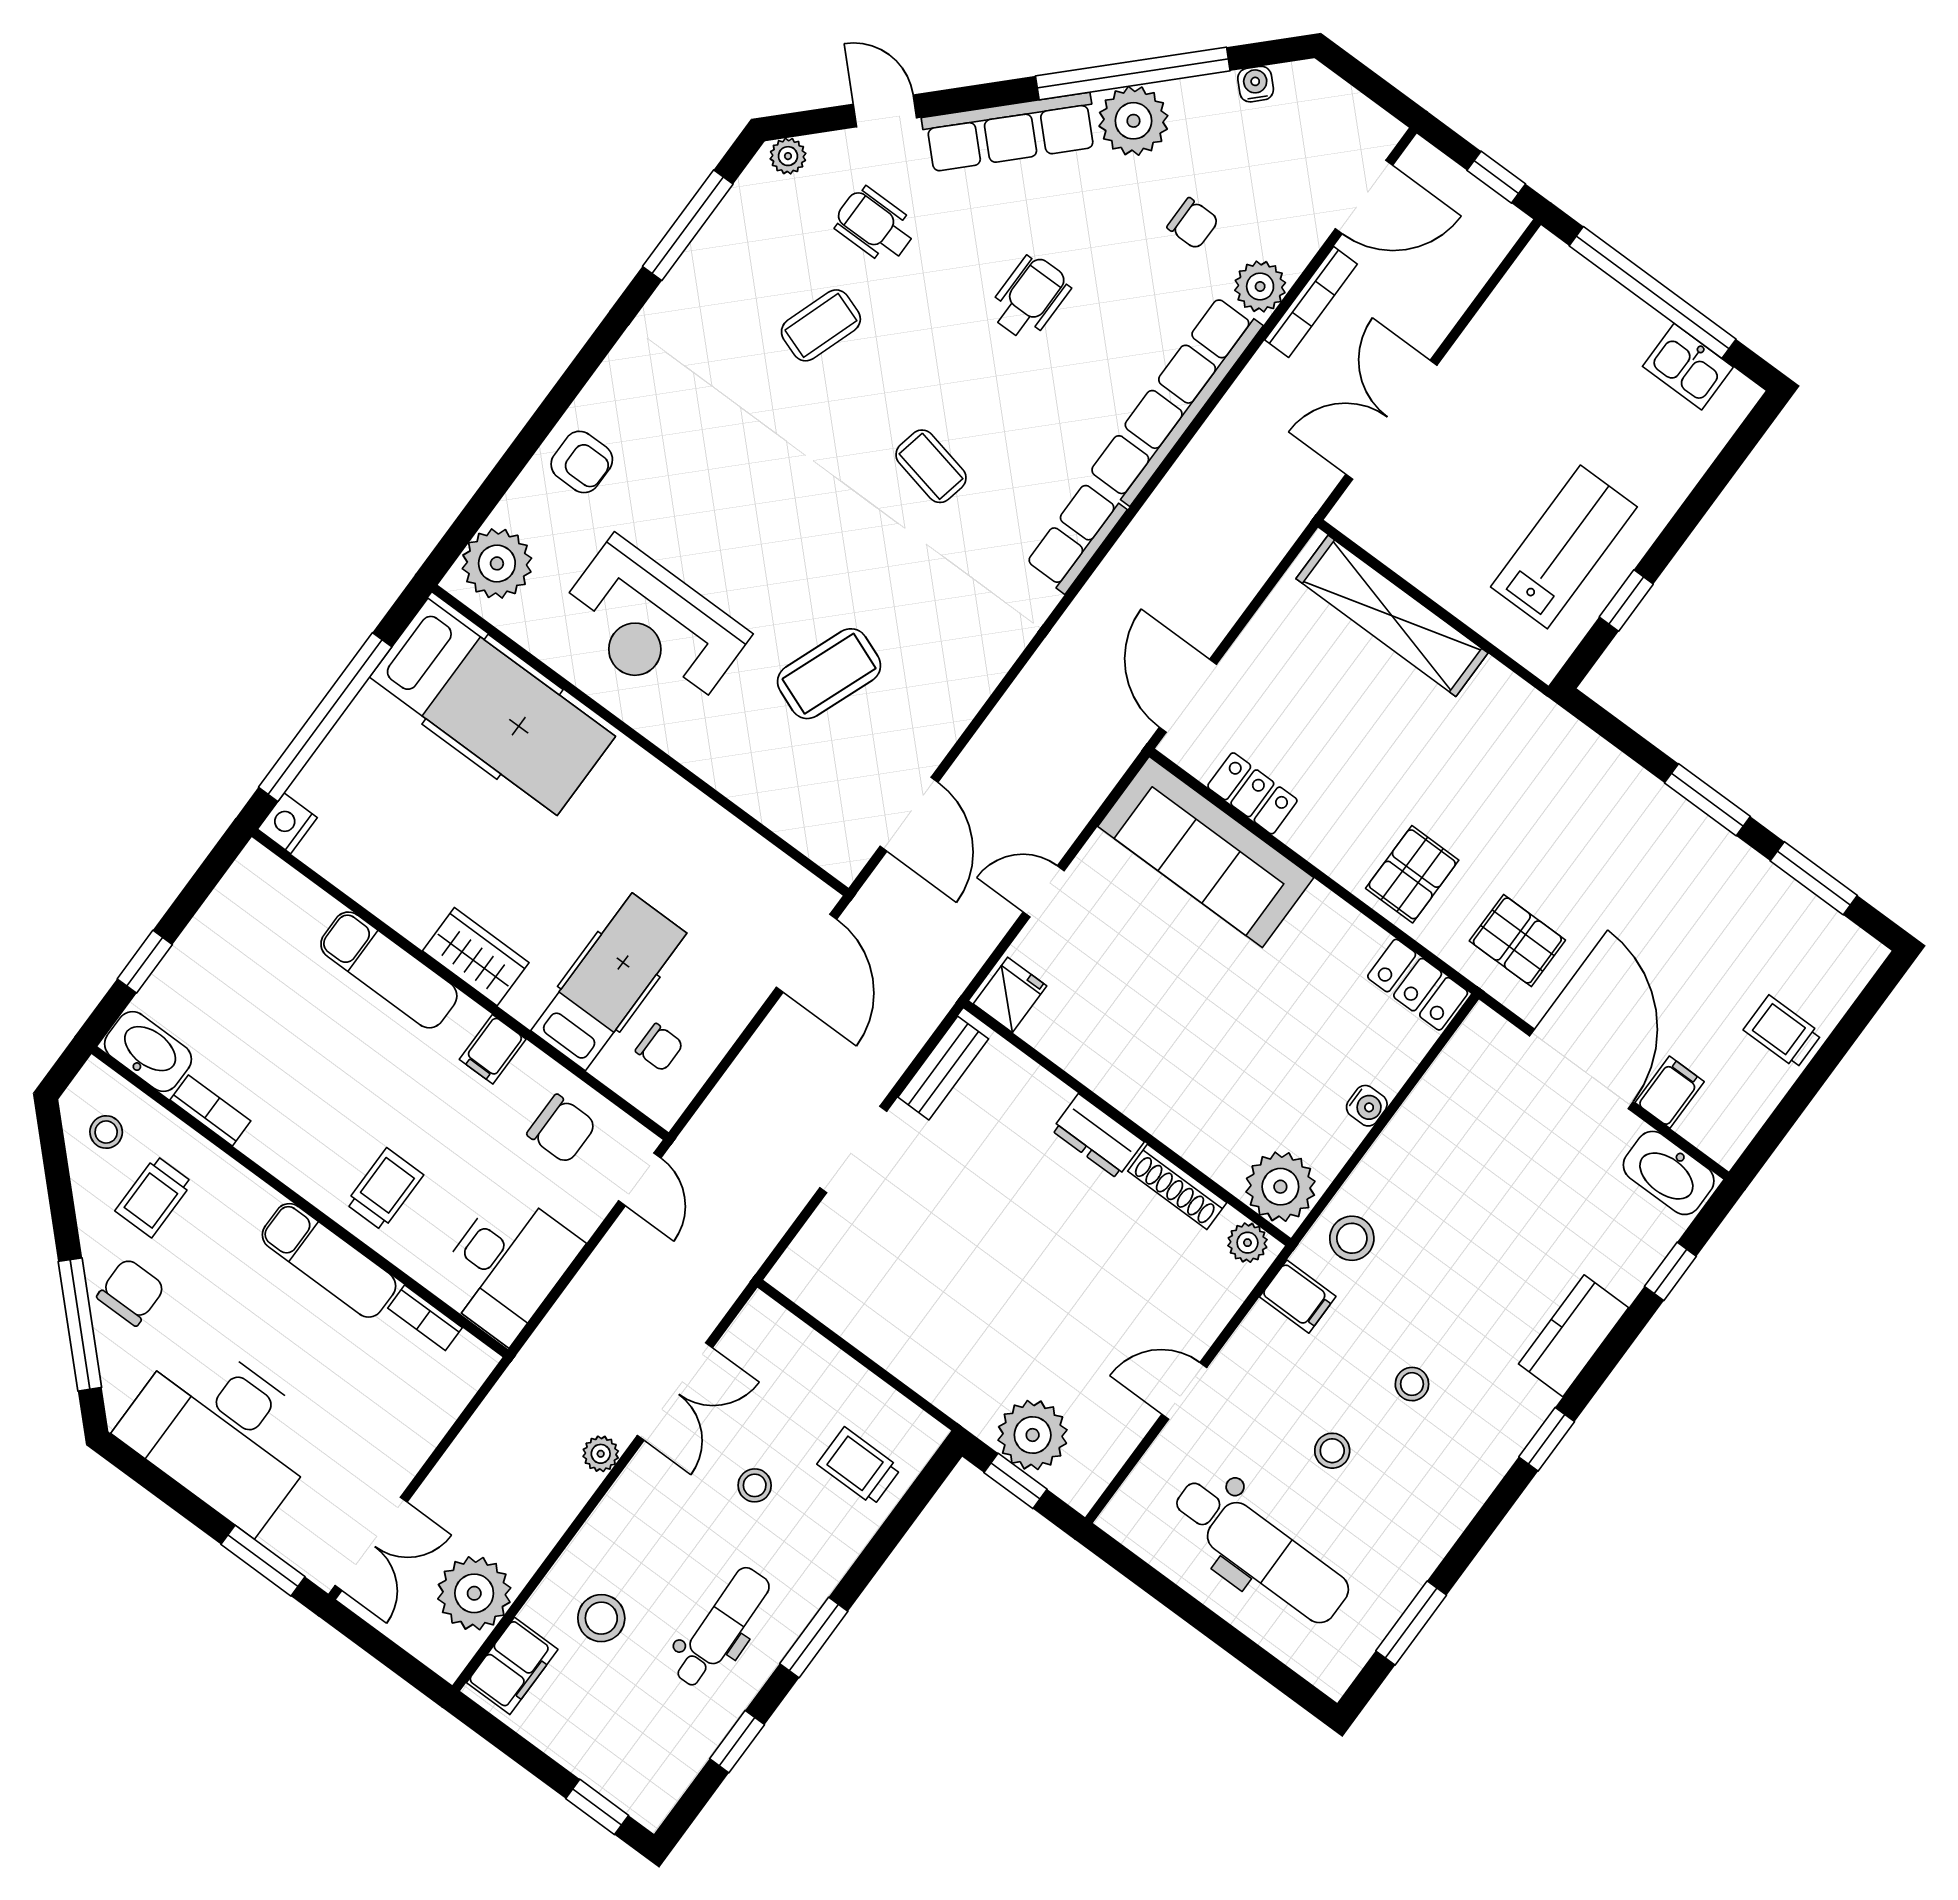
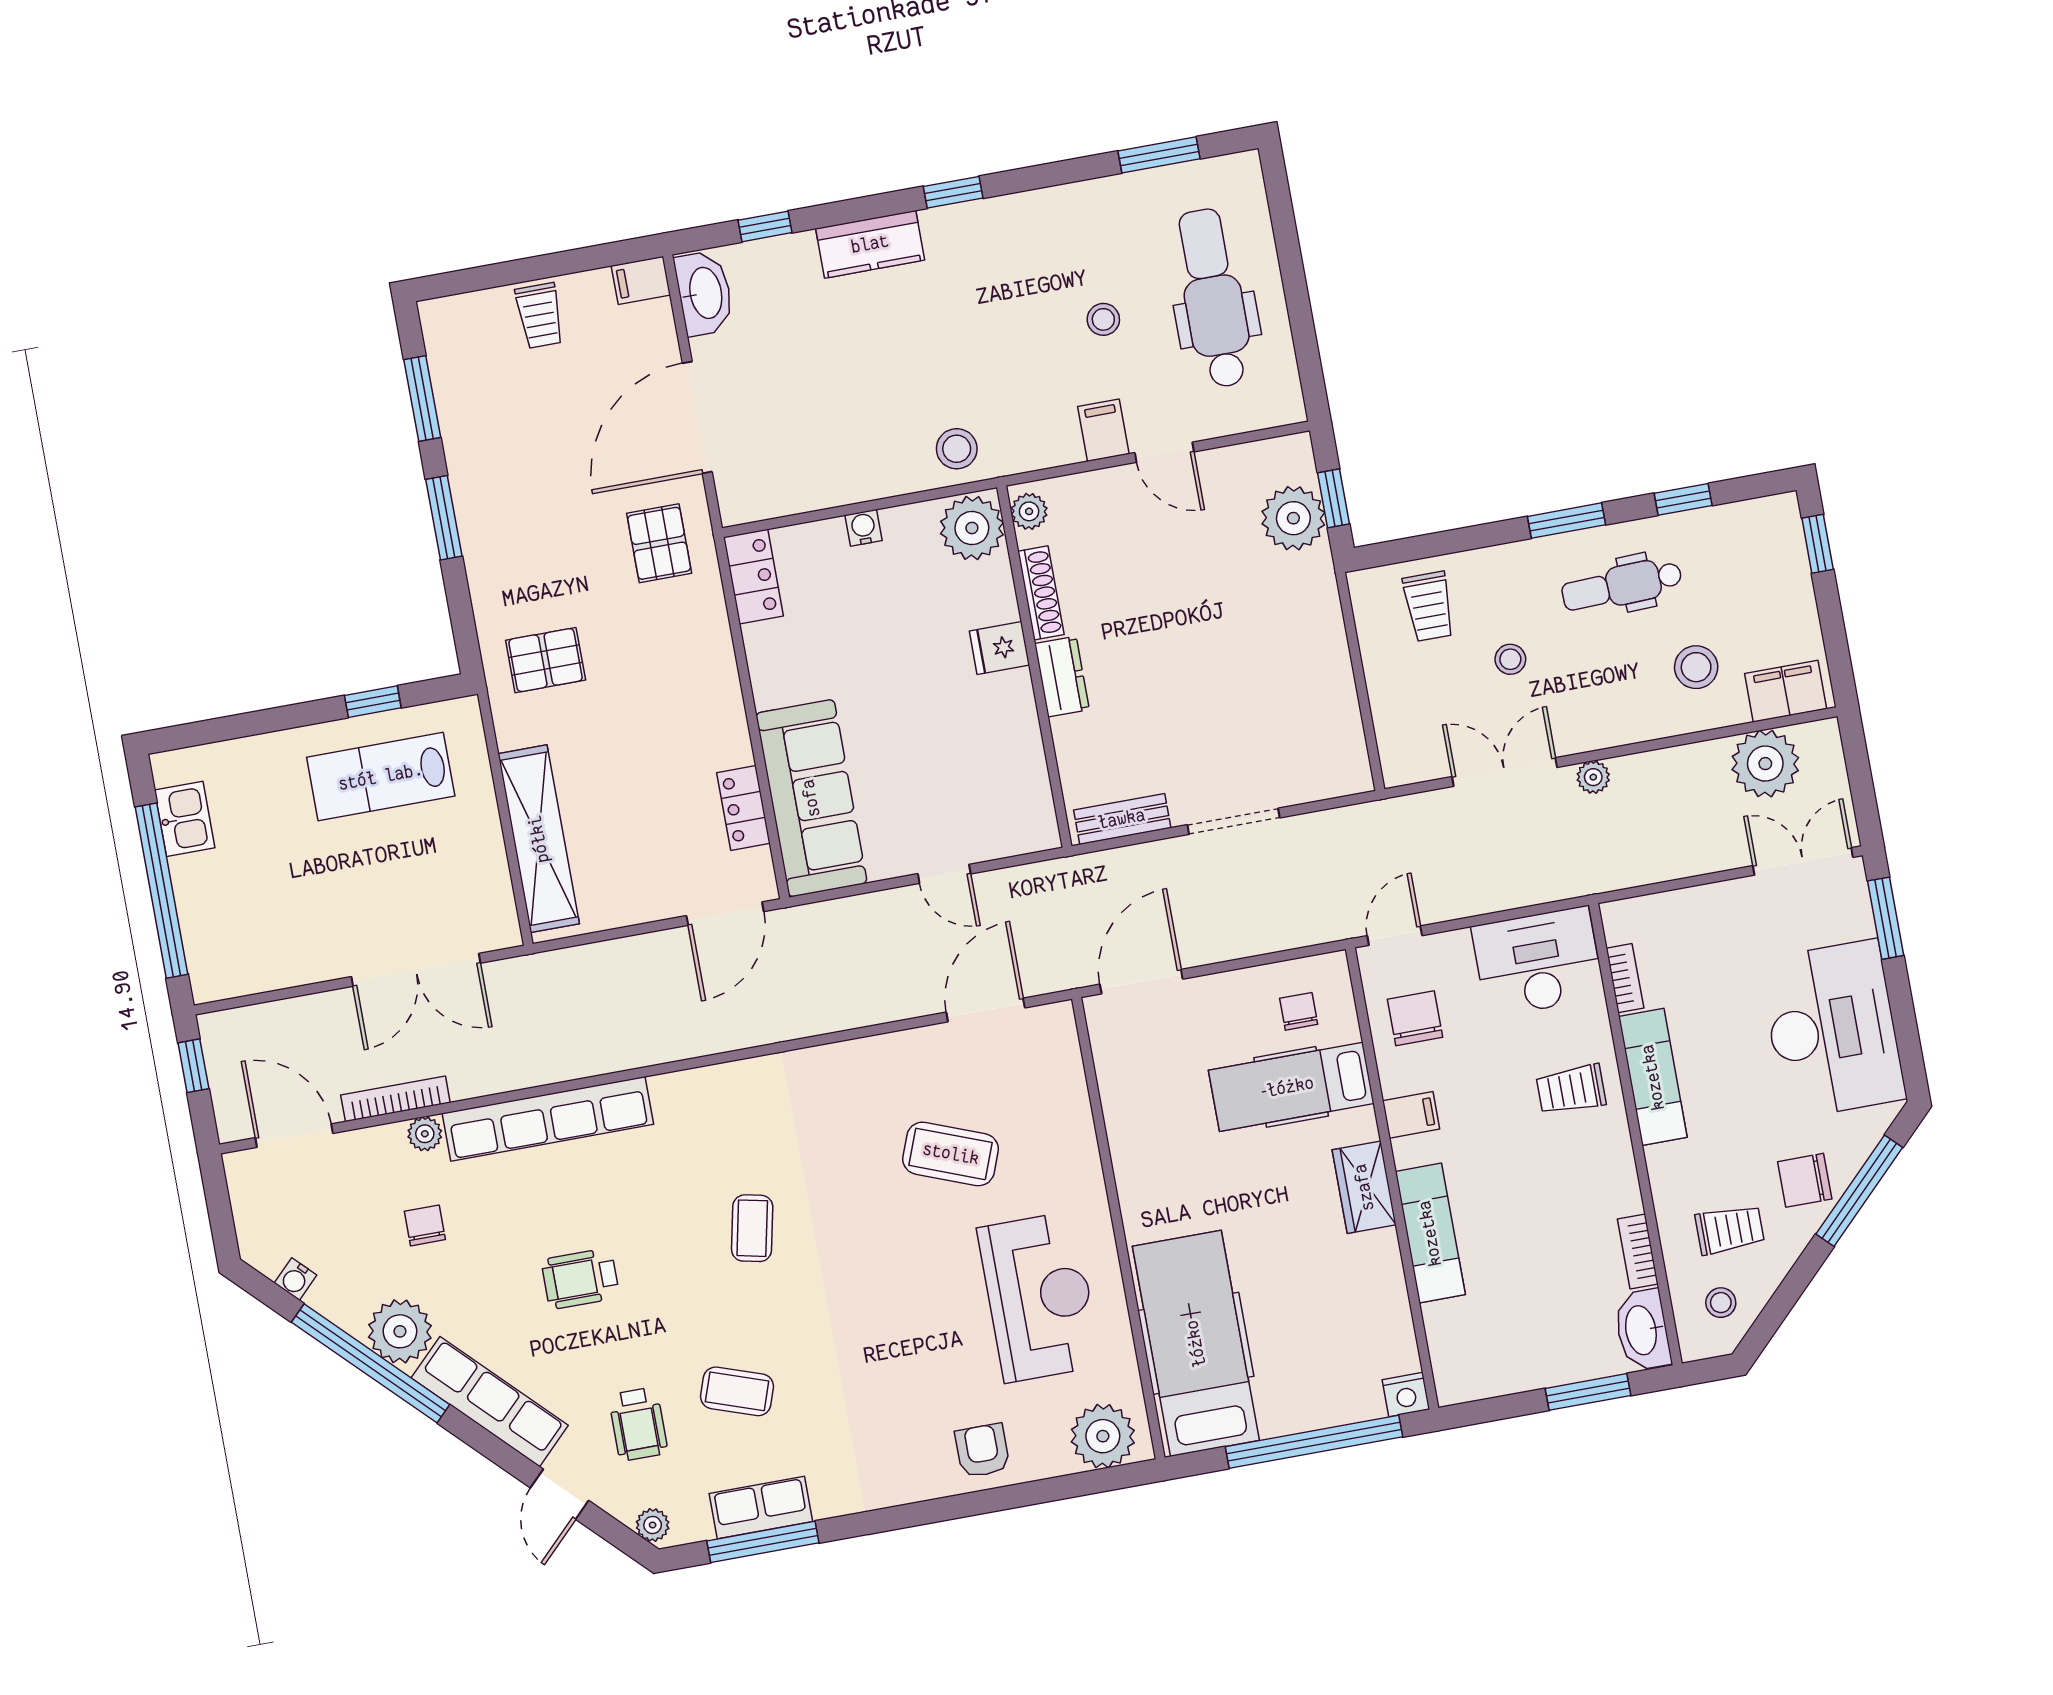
plant: (1260, 286) -> (425, 1134), width x0.73, depth x0.73
row of seats: (1076, 537) -> (761, 1508), moved, turned 180
pallet: (1412, 874) -> (546, 660), moved
window: (145, 962) -> (1588, 1392), width x1.50
fridge: (1010, 995) -> (999, 648), moved
filing cabinet: (1670, 1092) -> (641, 280), moved
filing cabinet: (1298, 1297) -> (1103, 430), moved
stool: (1412, 1384) -> (1008, 314), removed

